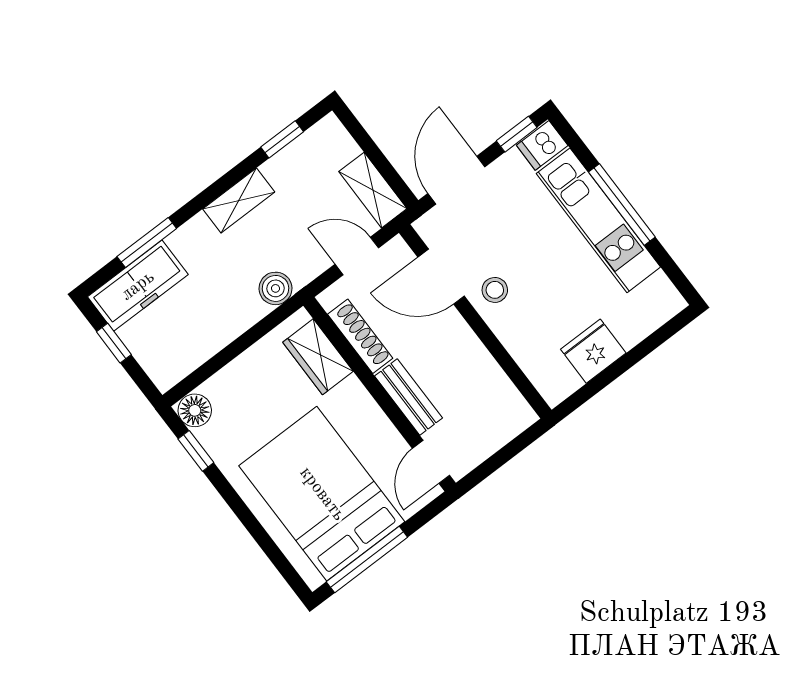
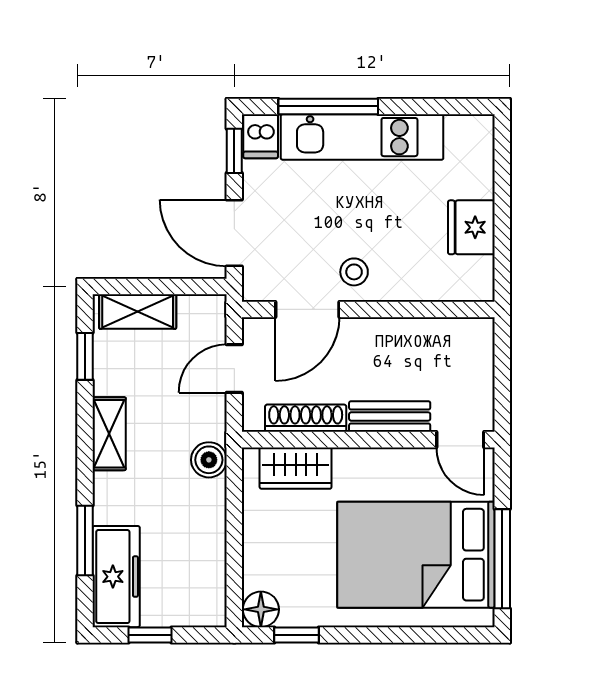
shelving: (373, 190) -> (138, 311), moved
window: (622, 205) -> (328, 106), moved

